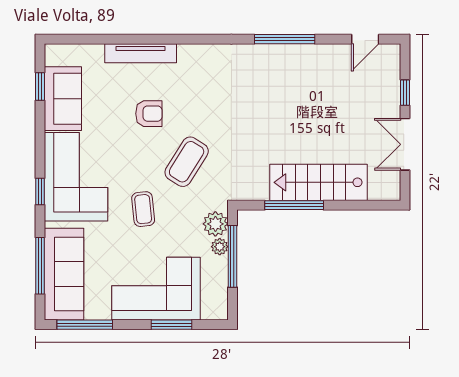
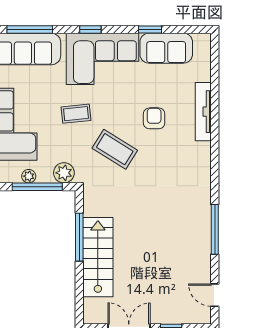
window: (40, 86) -> (150, 29), moved
armchair: (149, 114) -> (154, 118), turned 180
plant: (220, 247) -> (29, 176), moved

